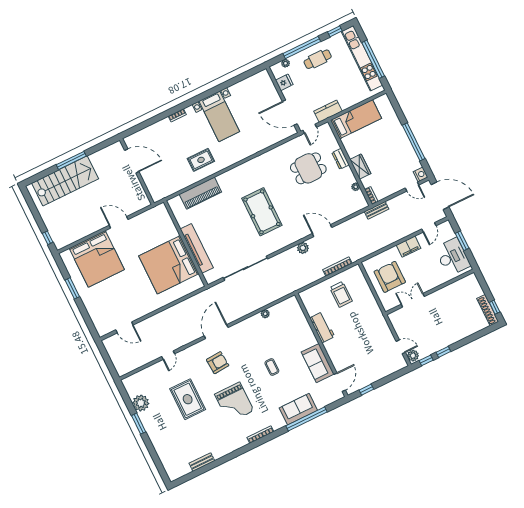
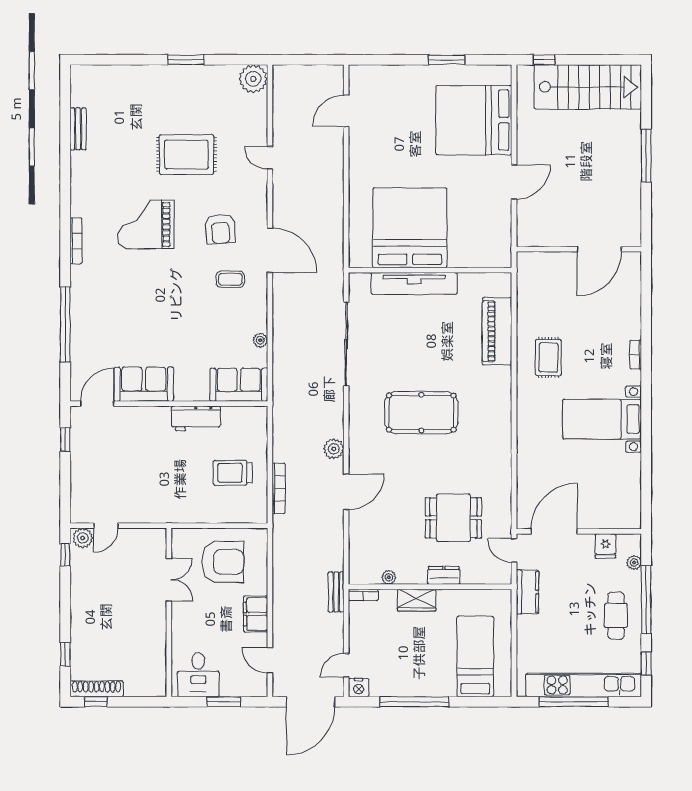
bed: (356, 119) -> (475, 657), moved, turned 180
dining table: (308, 168) -> (453, 518), turned 90
stairs: (65, 181) -> (588, 87), moved, turned -90
desk: (453, 257) -> (198, 675), width x0.73
window: (443, 352) -> (65, 654), moved
coffee table: (272, 367) -> (230, 279), moved
door: (340, 382) -> (97, 404), swing flipped
plant: (141, 403) -> (253, 79), moved
sofa: (298, 409) -> (239, 385), moved, turned -90

